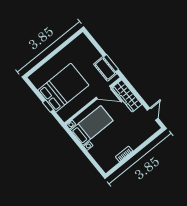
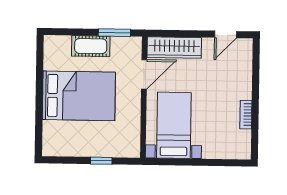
cot: (105, 69) -> (91, 46), moved
bed: (63, 88) -> (79, 96), moved, turned 90
door: (153, 114) -> (226, 34), swing flipped

